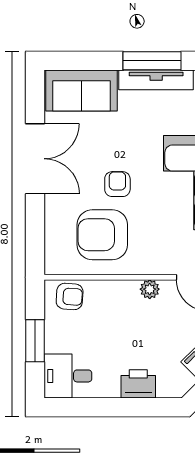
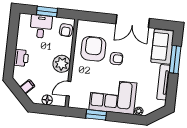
window: (152, 61) -> (175, 59), moved
plant: (150, 289) -> (62, 64), width x1.88, depth x1.88
desk: (68, 376) -> (41, 27), moved

